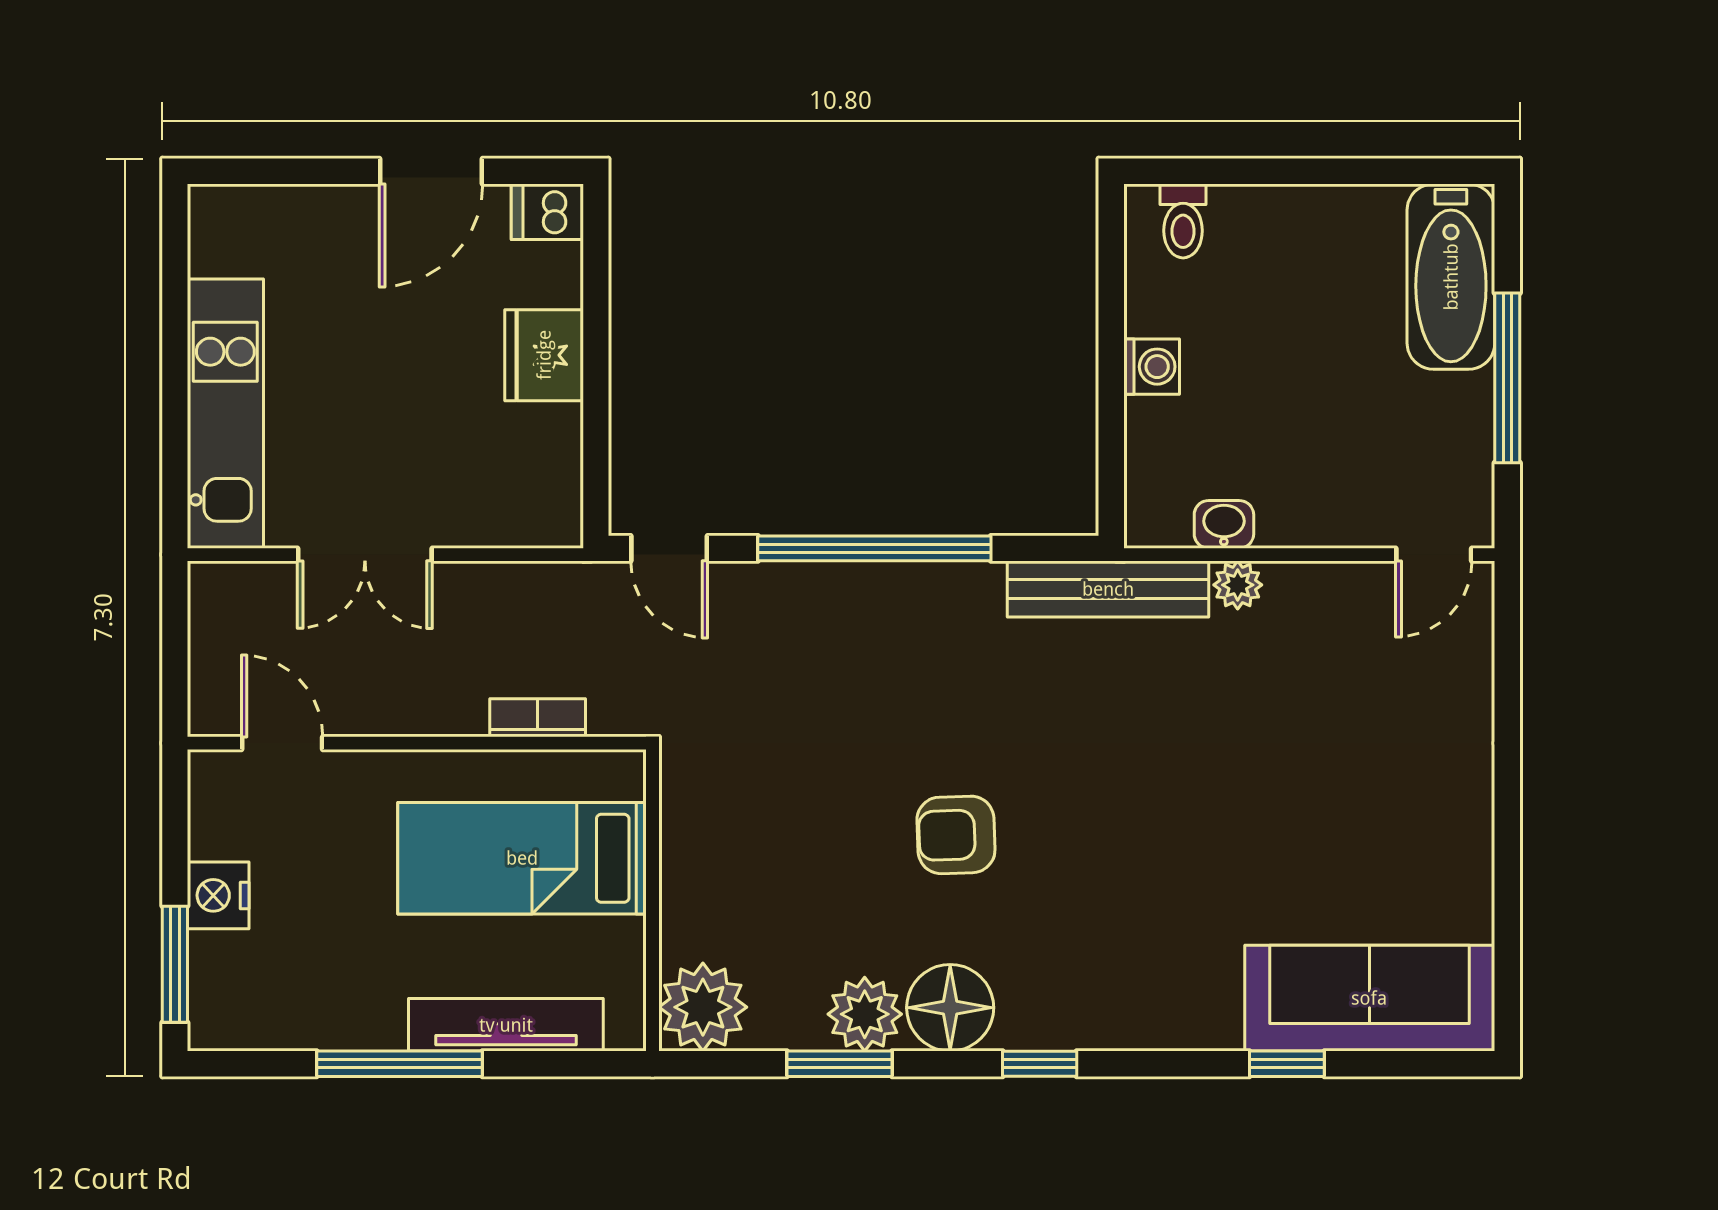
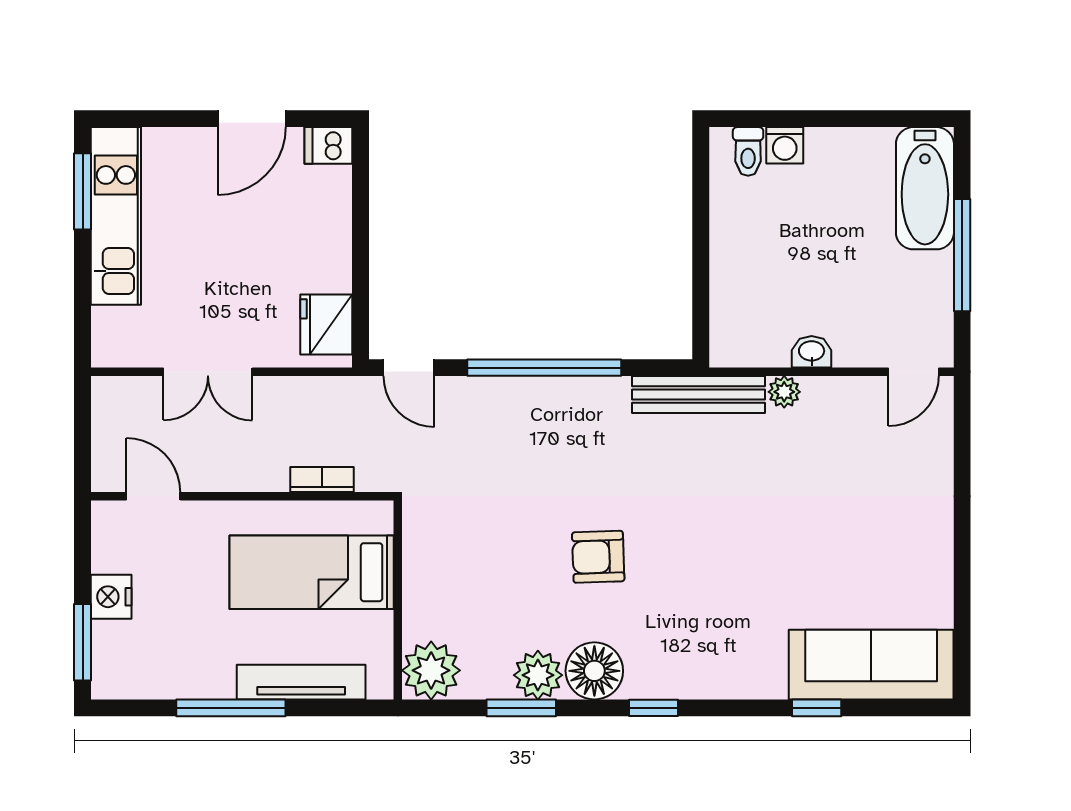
window: (175, 281) -> (83, 191), added
fridge: (544, 355) -> (326, 325), moved
washing machine: (1152, 367) -> (785, 145), moved, turned 90
kitchen unit: (225, 414) -> (116, 216), moved
washbasin: (1224, 524) -> (812, 352), moved

